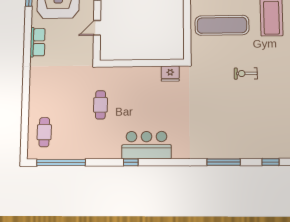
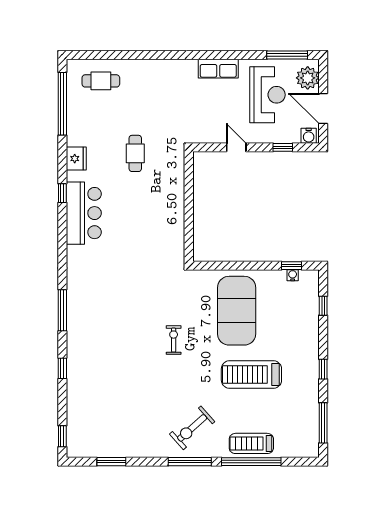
exercise mat: (222, 25) -> (237, 311), width x1.47
fridge: (170, 73) -> (76, 159), moved, turned 180
cafe table: (100, 105) -> (135, 153), turned 90

